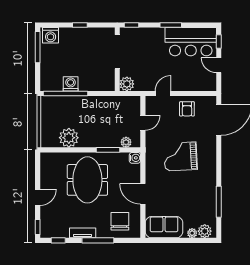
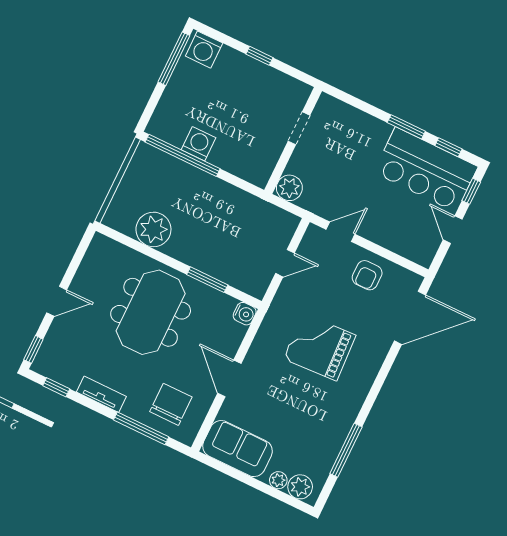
window: (132, 25) -> (448, 147), moved
doorway: (117, 52) -> (299, 128), width x0.53
plant: (126, 142) -> (243, 281), removed
window: (98, 240) -> (141, 428), moved

